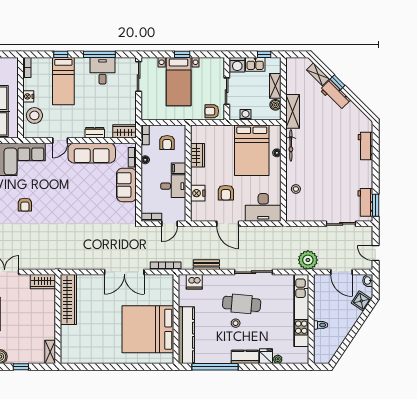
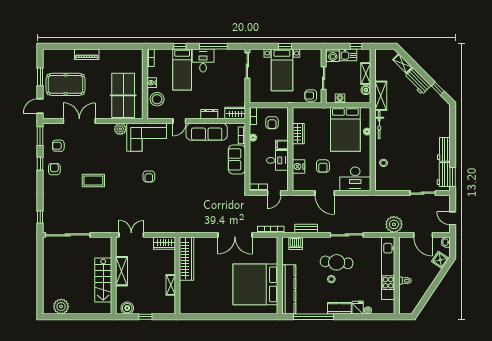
desk: (102, 71) -> (203, 61), moved
window: (338, 82) -> (438, 89), moved
workbench: (365, 146) -> (444, 149), moved
shelving: (50, 352) -> (171, 285), moved

